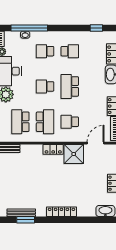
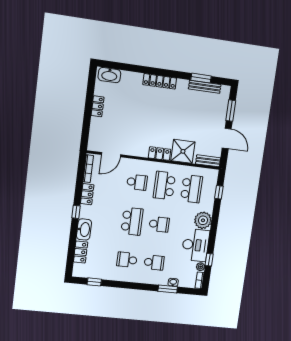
window: (29, 28) -> (168, 289), width x0.47
shower: (74, 154) -> (183, 151), moved

